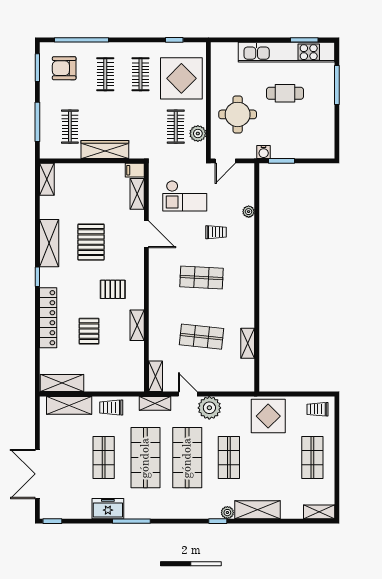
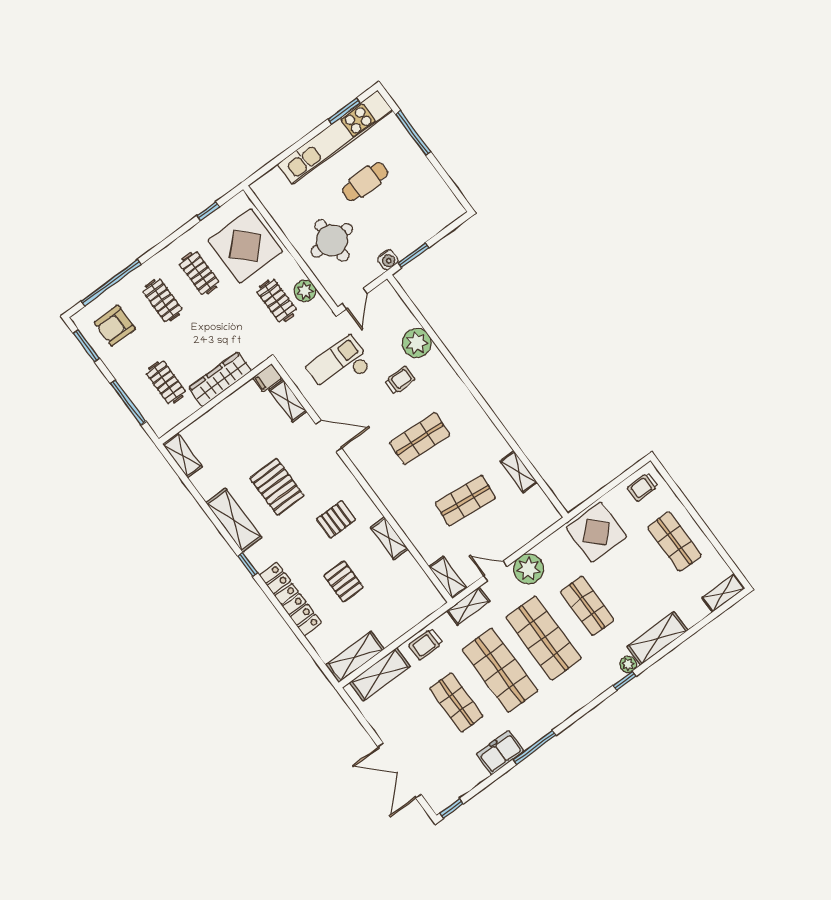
checkout: (185, 196) -> (339, 366), turned 180
plant: (249, 212) -> (417, 343), width x1.88, depth x1.88

